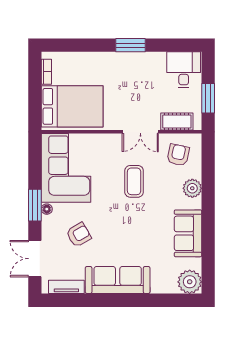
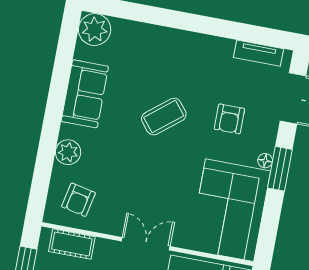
double door: (140, 132) -> (146, 244), moved
coffee table: (134, 181) -> (164, 117), moved, turned 51
armchair: (79, 235) -> (229, 119), turned -60
sofa: (118, 280) -> (189, 50), removed

